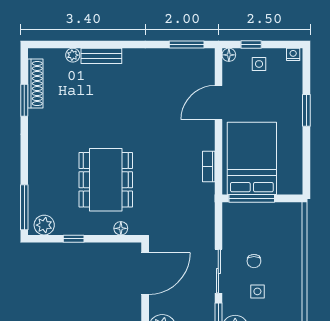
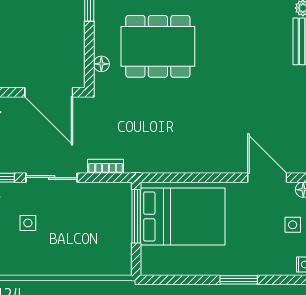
door: (218, 103) -> (267, 178), moved
bookcase: (209, 166) -> (106, 166), moved
chair: (254, 261) -> (63, 219), removed

